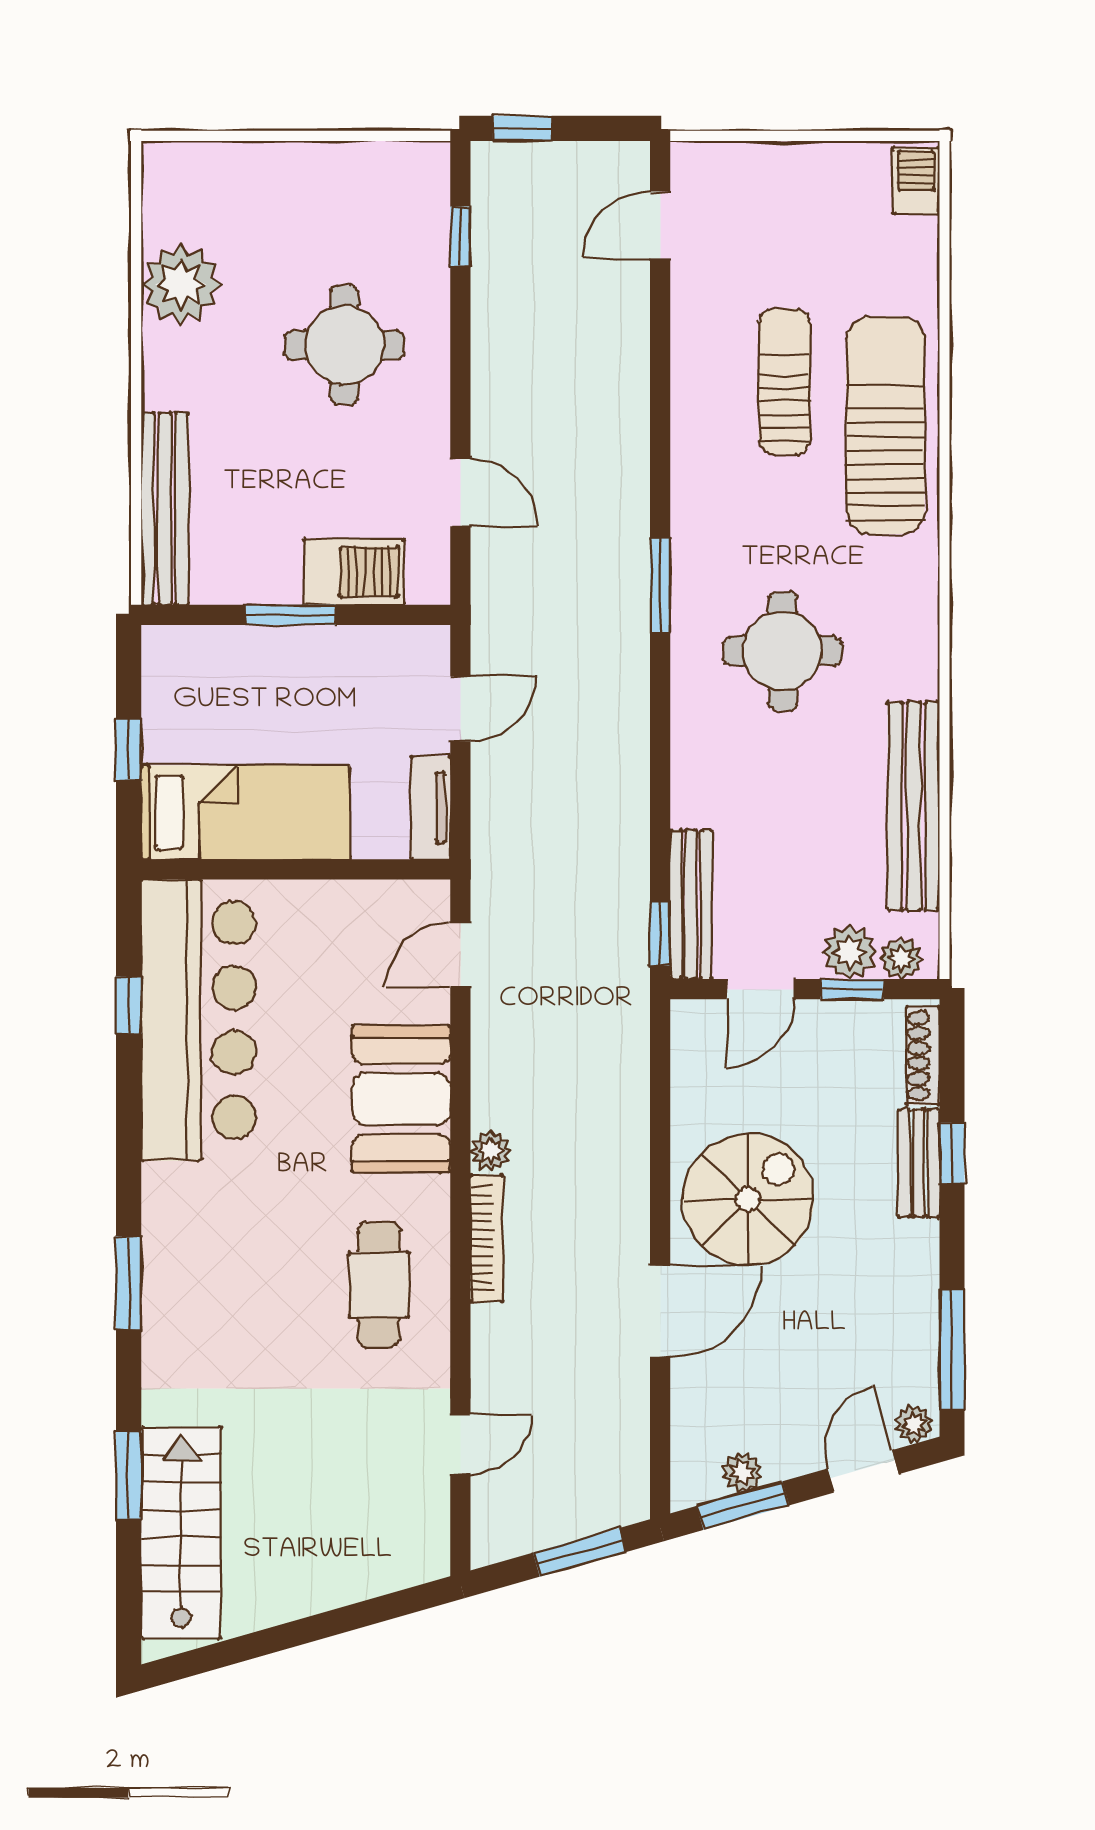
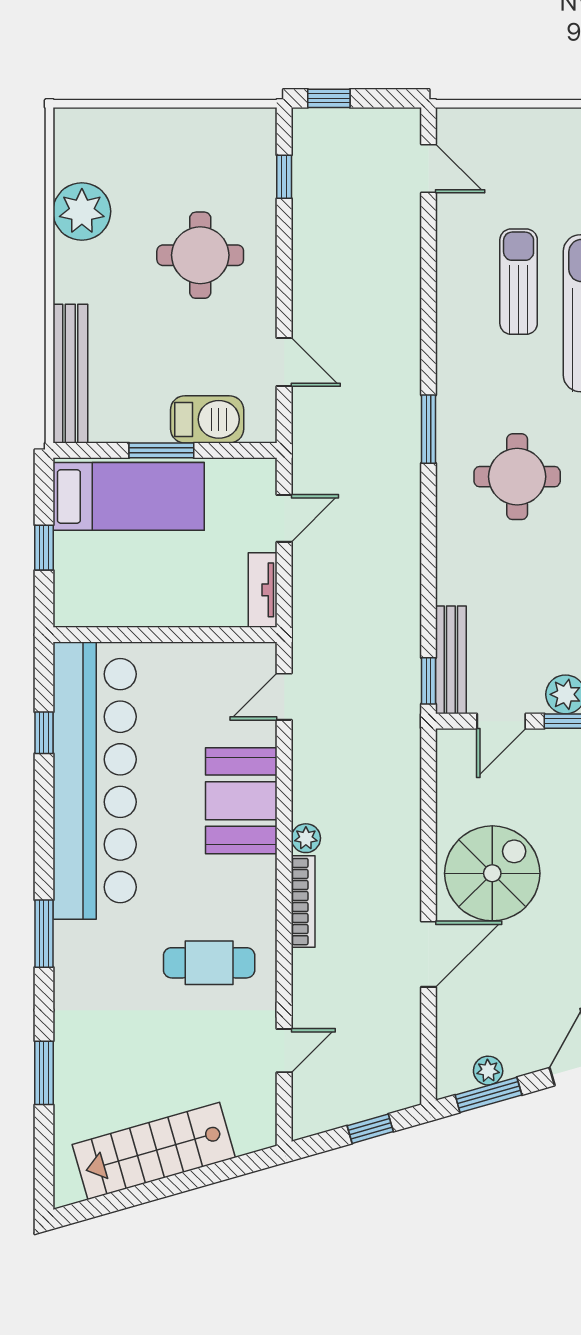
door: (660, 225) -> (429, 168), swing flipped
bed: (245, 812) -> (129, 496), moved
bar counter: (198, 1020) -> (95, 781), width x1.36
cafe table: (379, 1285) -> (209, 963), moved, turned 90
stairs: (181, 1533) -> (154, 1151), moved, turned -106
window: (579, 1552) -> (370, 1129), width x0.67

